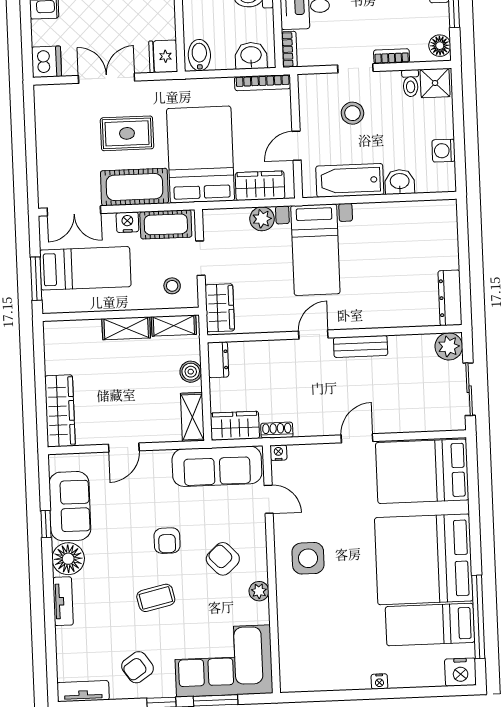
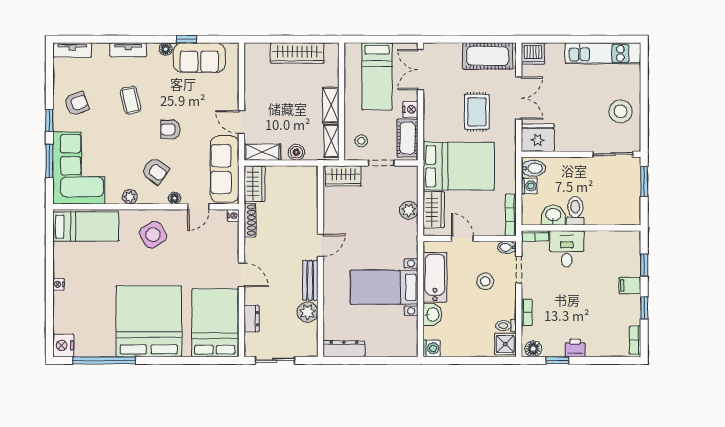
fridge: (163, 56) -> (538, 138), width x1.36, depth x1.34
washbasin: (251, 56) -> (553, 215), moved, turned -90
washing machine: (223, 59) -> (529, 186), added
doorway: (355, 68) -> (519, 270), moved
bidet: (306, 86) -> (507, 247), added
washing machine: (444, 151) -> (432, 348), moved, turned 90
cot: (134, 187) -> (488, 56), moved, turned 90
bed with nightstands: (315, 250) -> (384, 287), moved
window: (36, 279) -> (371, 39), removed
door: (313, 335) -> (320, 245), hinge flipped
plant: (449, 346) -> (308, 312), moved
dresser: (218, 360) -> (252, 319), moved, turned -90
wardrobe: (60, 411) -> (297, 53), moved
shoe rack: (277, 430) -> (250, 220), width x1.43
door: (124, 448) -> (241, 122), moved
floor lamp: (258, 532) -> (174, 198), added
side table: (308, 558) -> (153, 235), turned -31
floor lamp: (68, 559) -> (166, 49), width x0.53, depth x0.53
armchair: (223, 559) -> (155, 171), turned 78
coffee table: (156, 598) -> (131, 100), moved
bed: (430, 624) -> (86, 226), moved, turned 90
armchair: (137, 667) -> (77, 104), turned 104
tv unit: (83, 691) -> (72, 50), moved, turned 90

